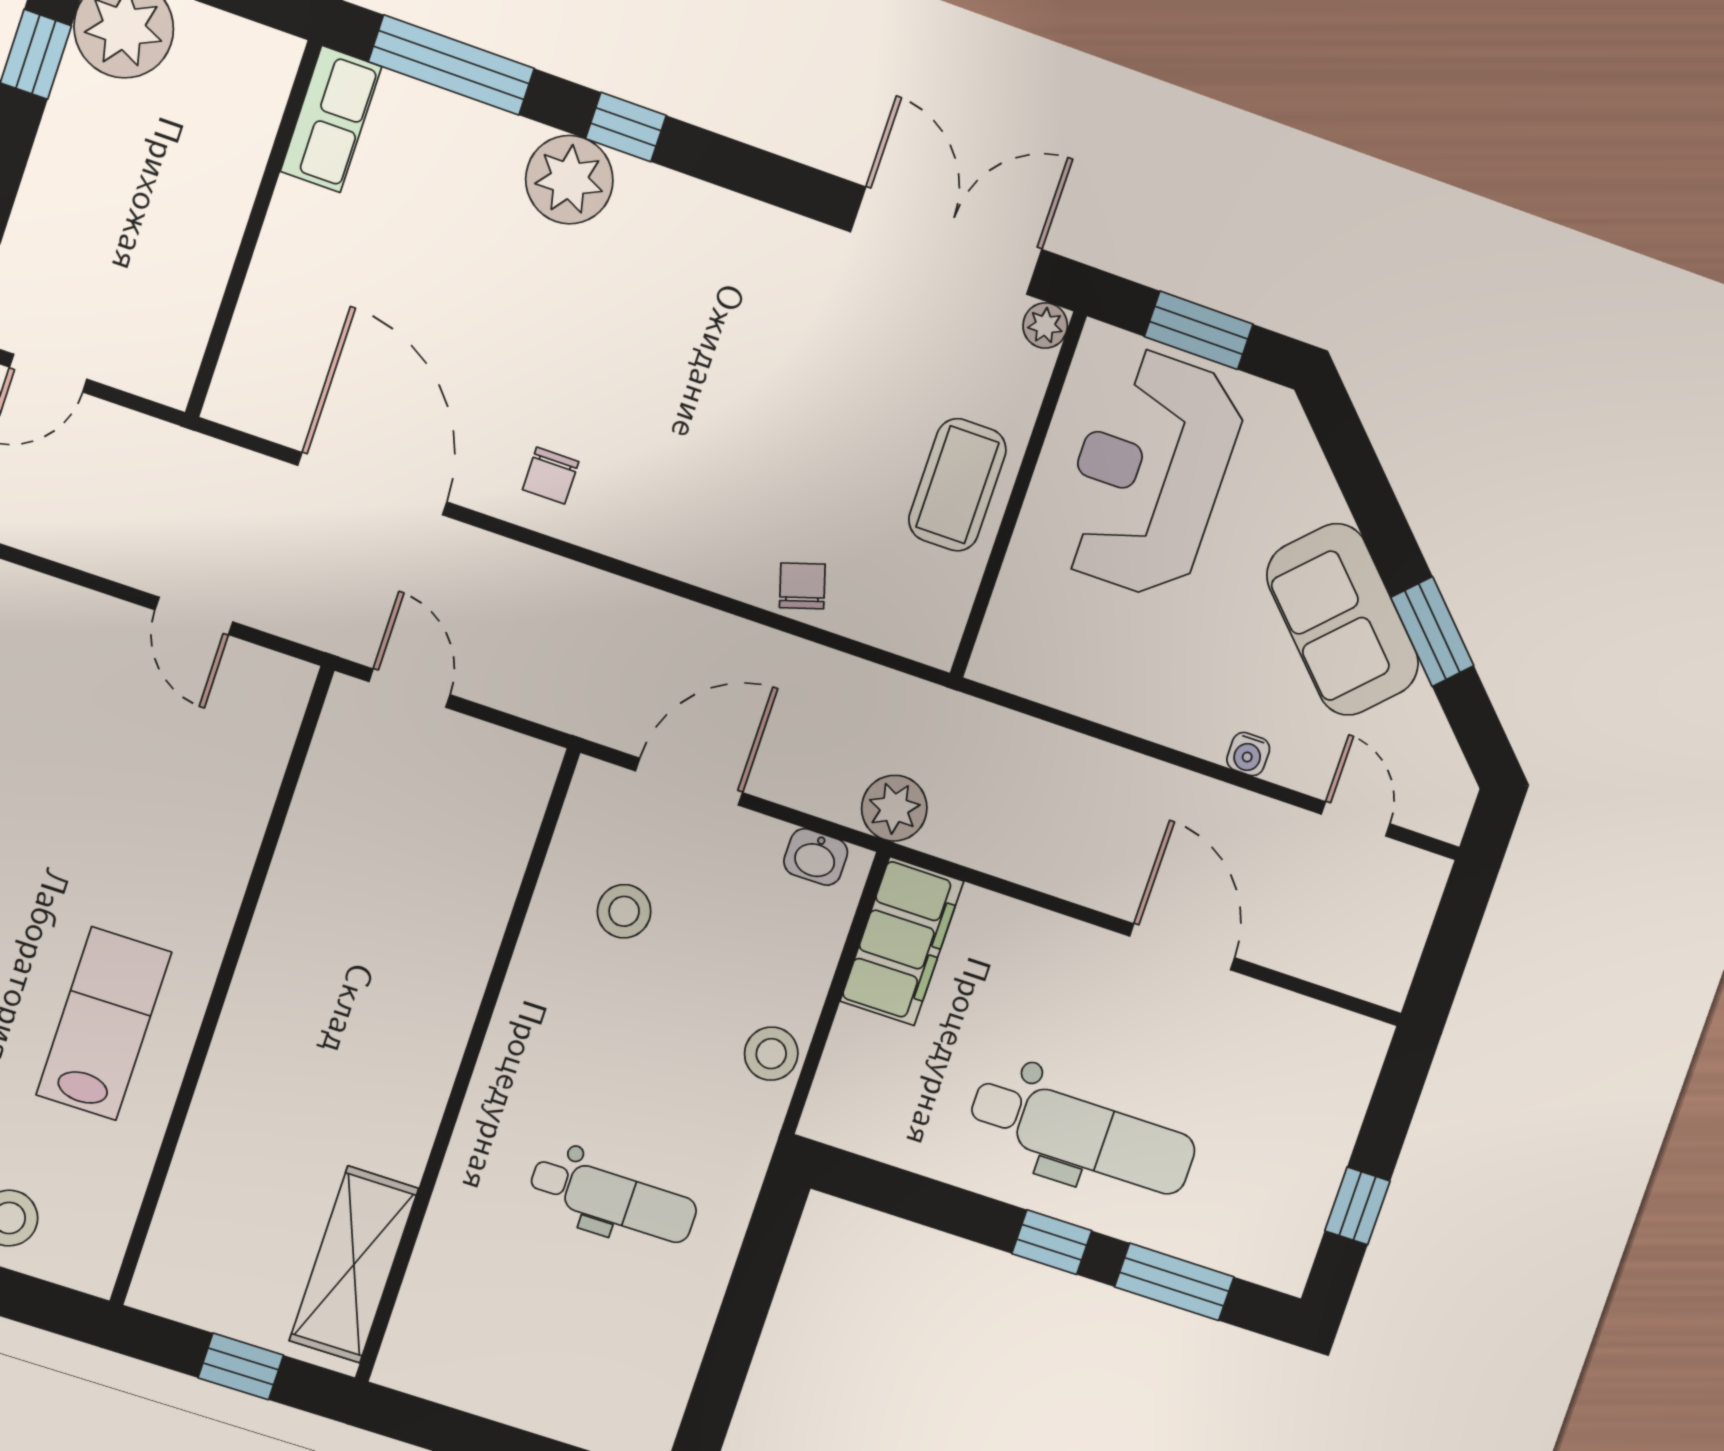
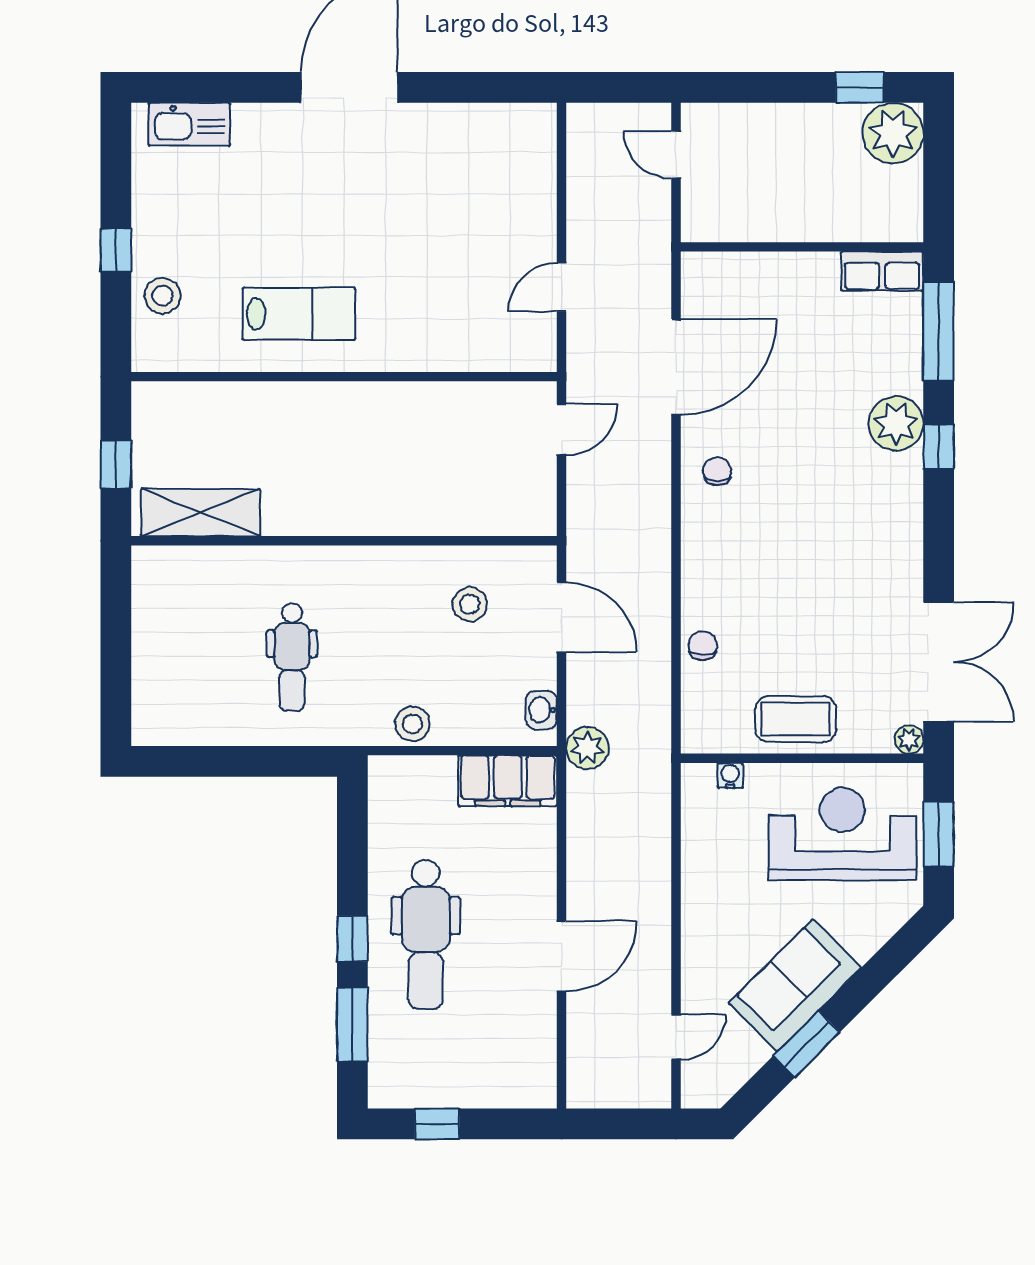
chair: (551, 476) -> (717, 471), turned 90
chair: (802, 586) -> (703, 646), turned -73
water cooler: (1248, 754) -> (730, 775), moved, turned 90

